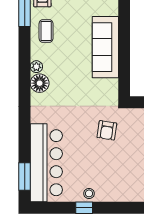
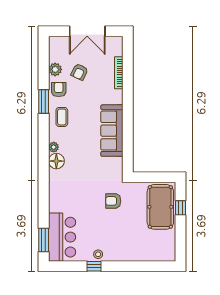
armchair: (107, 130) -> (113, 201), turned 81
bar counter: (46, 163) -> (62, 237), width x0.73

